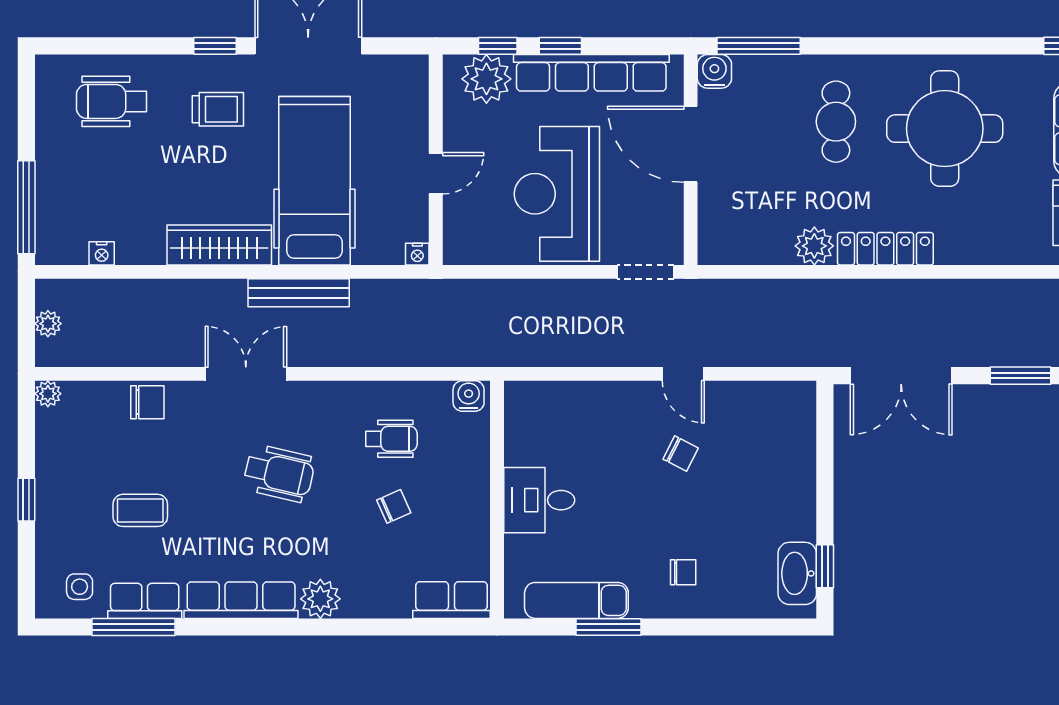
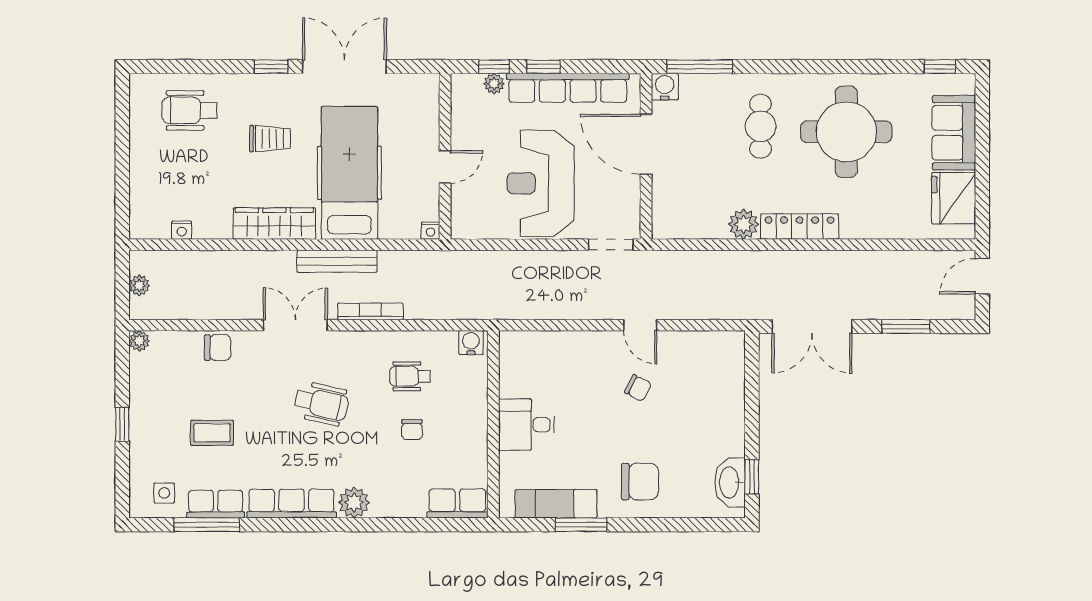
plant: (486, 79) -> (494, 84), width x0.53, depth x0.53
trolley: (218, 109) -> (270, 139), moved
window: (26, 207) -> (122, 194), removed
bookcase: (341, 356) -> (370, 311), added
wheelchair: (391, 439) -> (410, 376), turned 180
chair: (394, 506) -> (412, 430), turned 114
chair: (683, 572) -> (640, 482), width x1.87, depth x1.87

